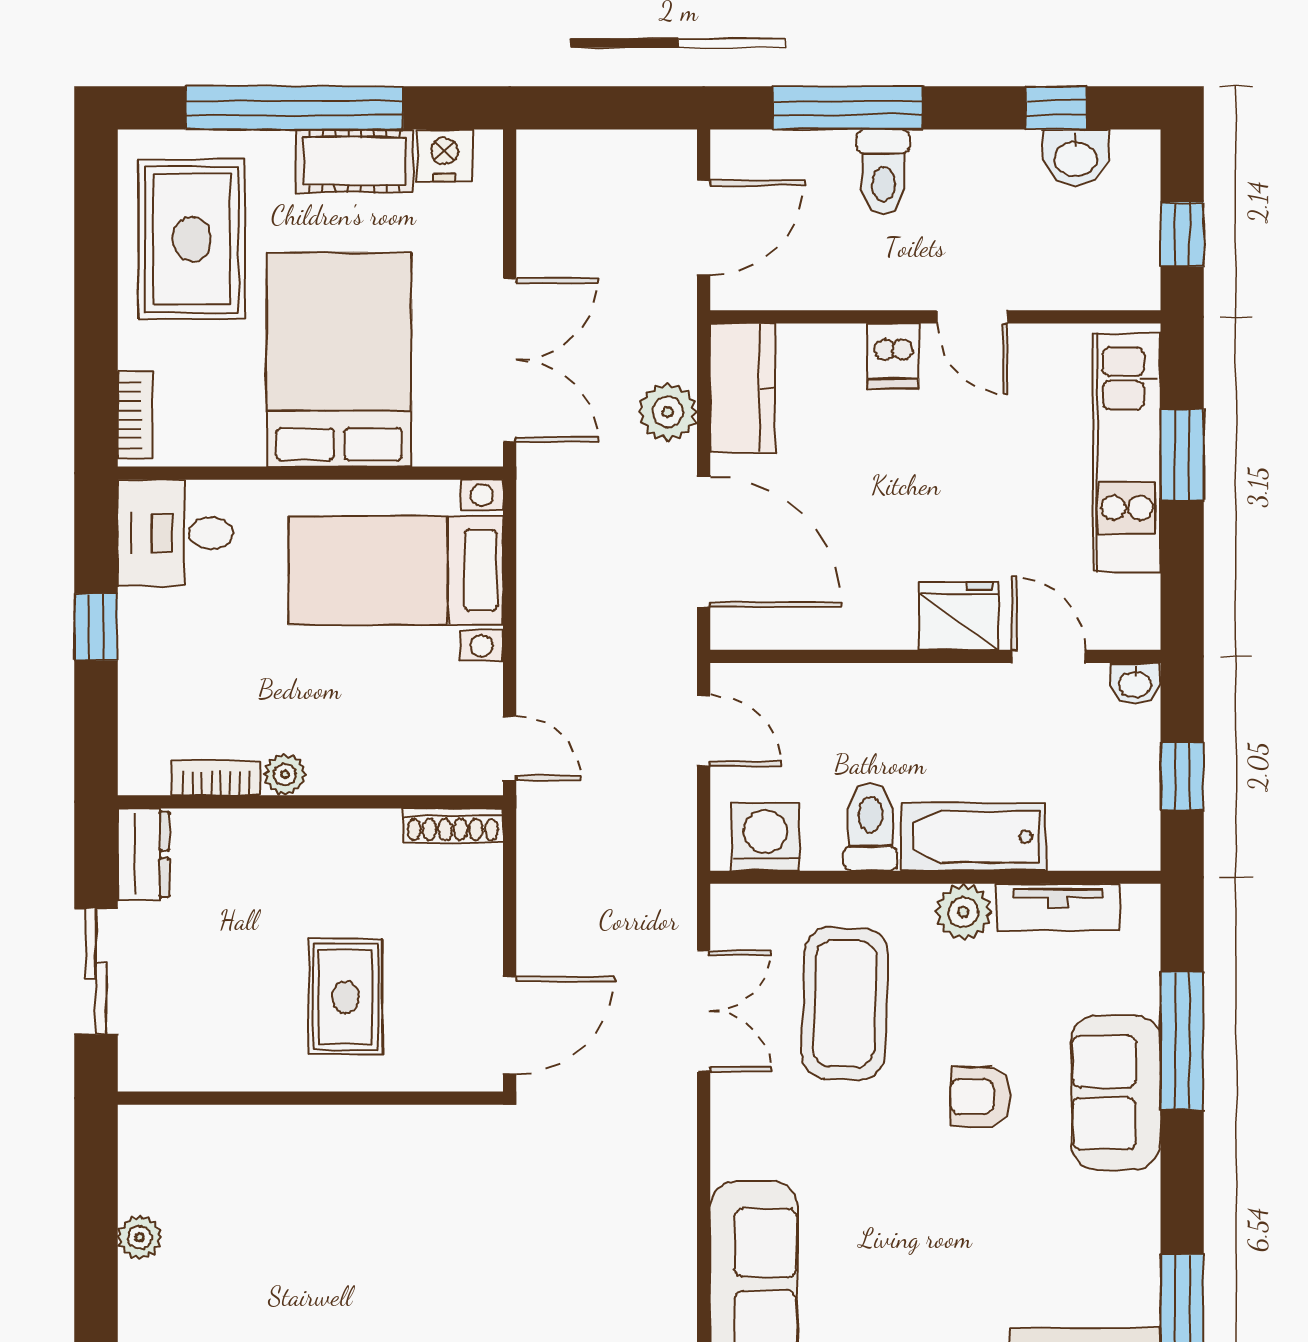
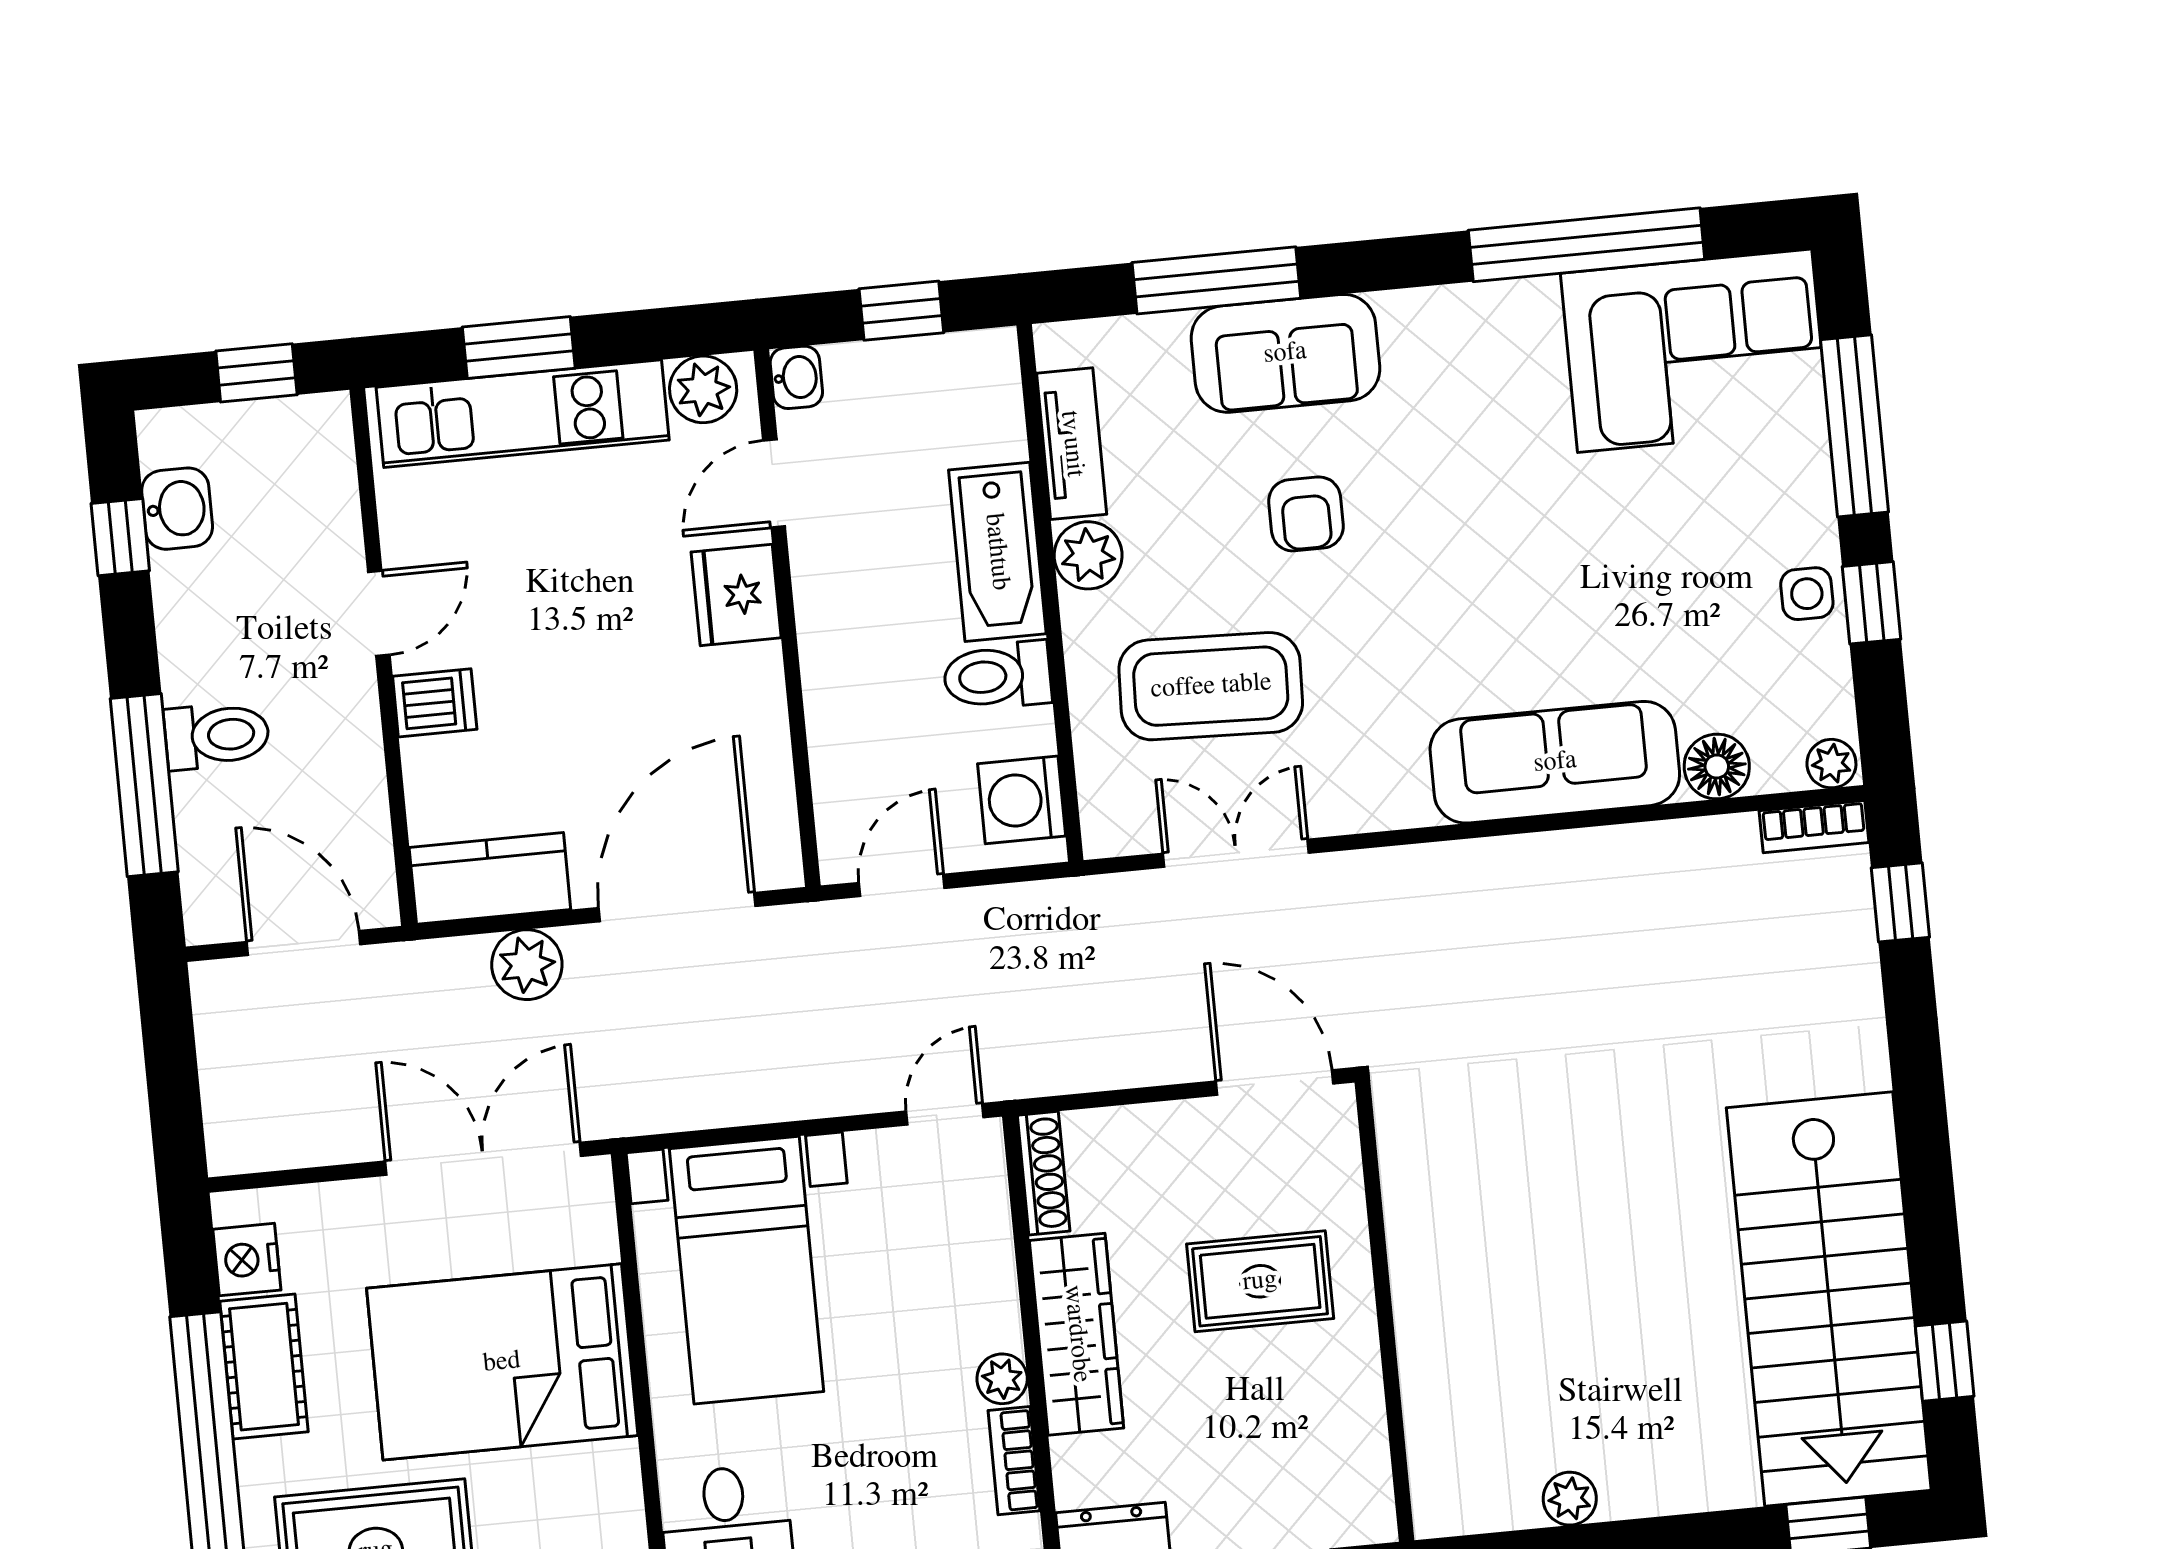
plant: (1133, 605) -> (703, 389), added
wardrobe: (316, 840) -> (1077, 1334), added

